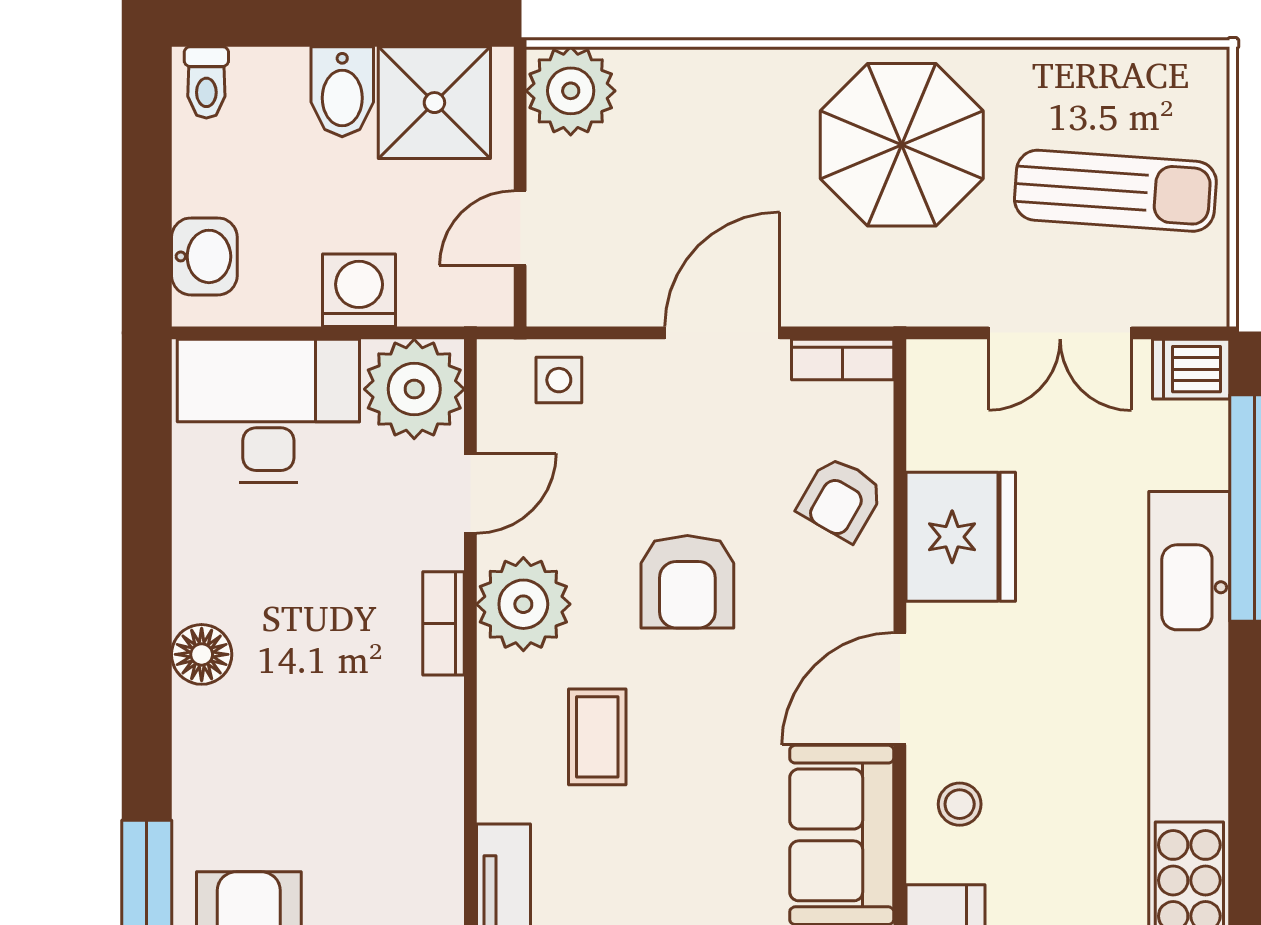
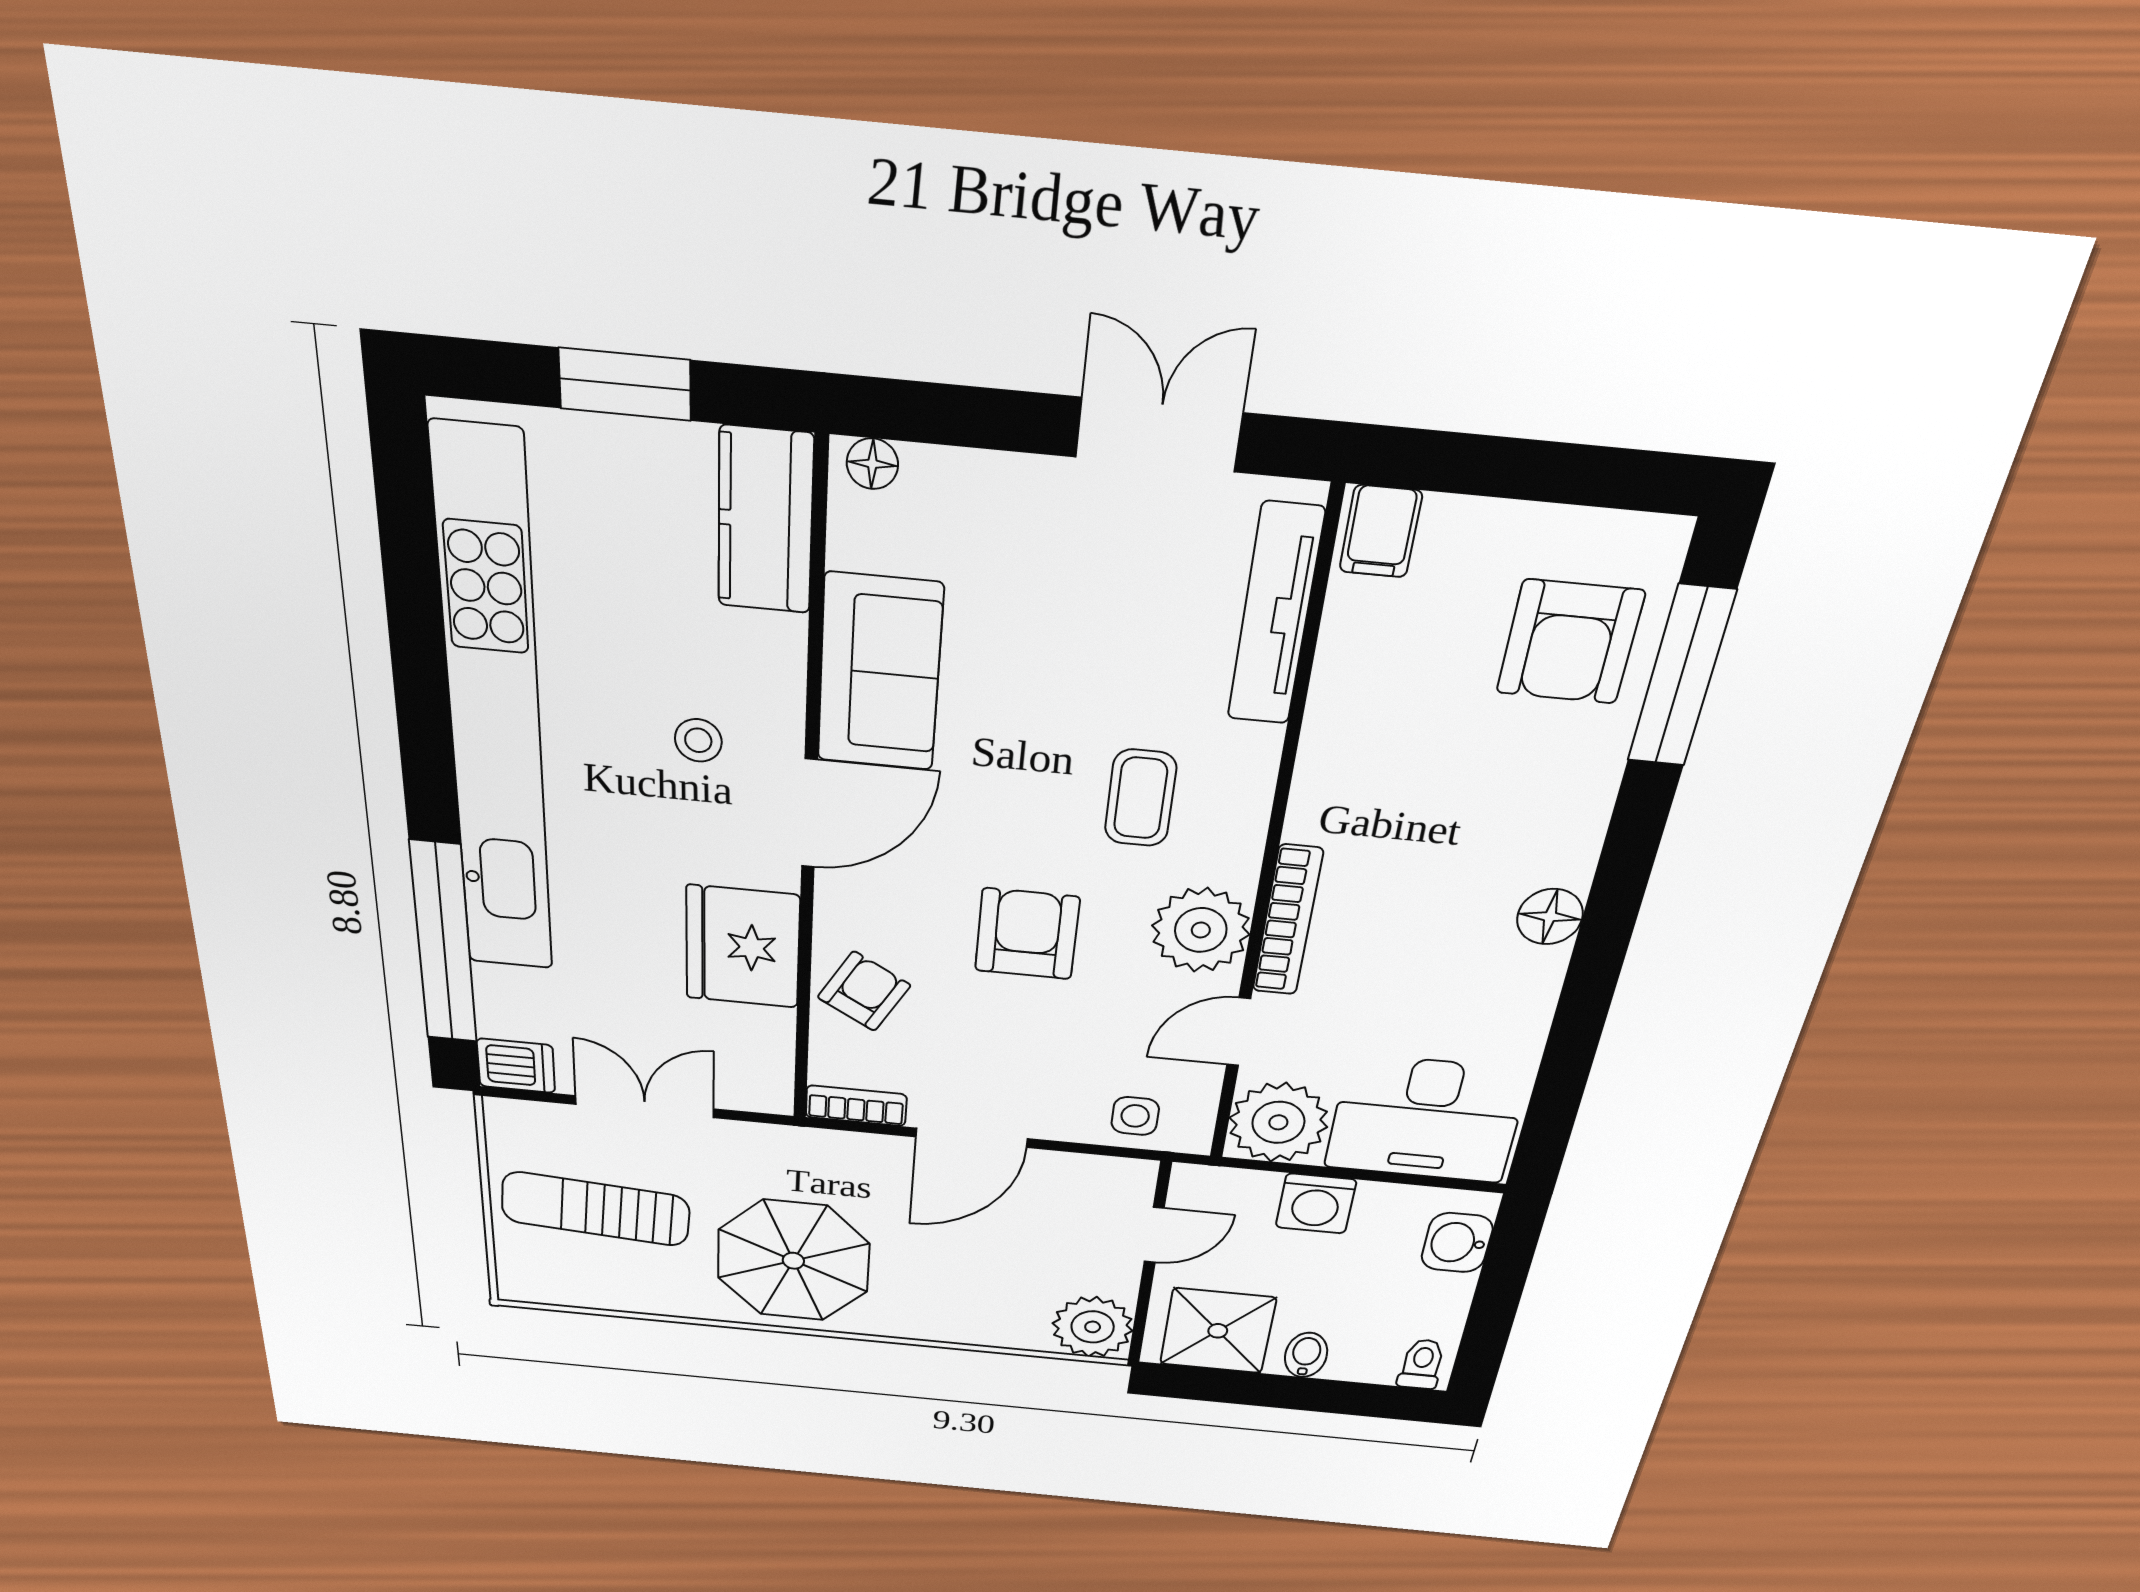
bidet: (342, 92) -> (1306, 1355), width x0.72, depth x0.74
bookcase: (443, 623) -> (1288, 921), width x1.56
stool: (960, 804) -> (698, 740), moved

